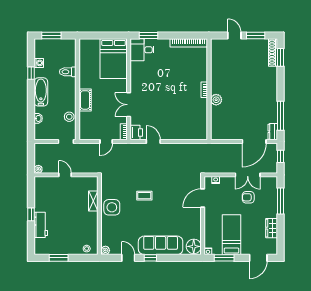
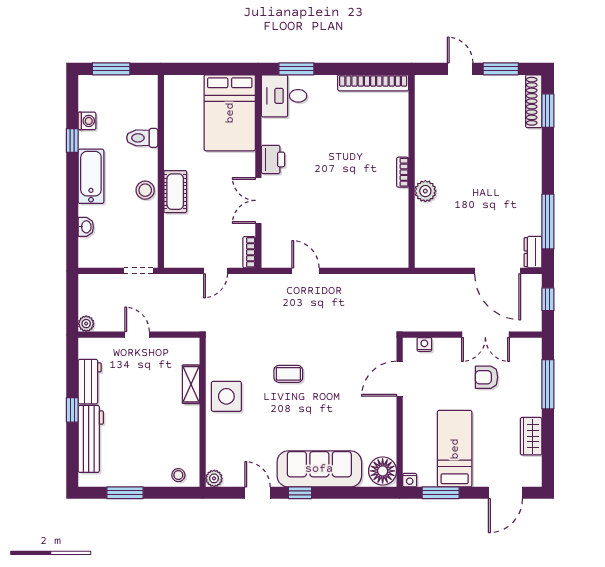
stool: (69, 117) -> (145, 190), moved
printer: (136, 132) -> (273, 159), moved
door: (254, 142) -> (498, 271), hinge flipped
workbench: (40, 200) -> (90, 382), added
workbench: (41, 225) -> (91, 439), width x1.38

